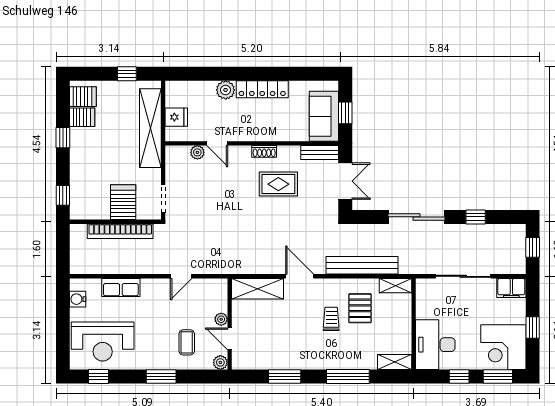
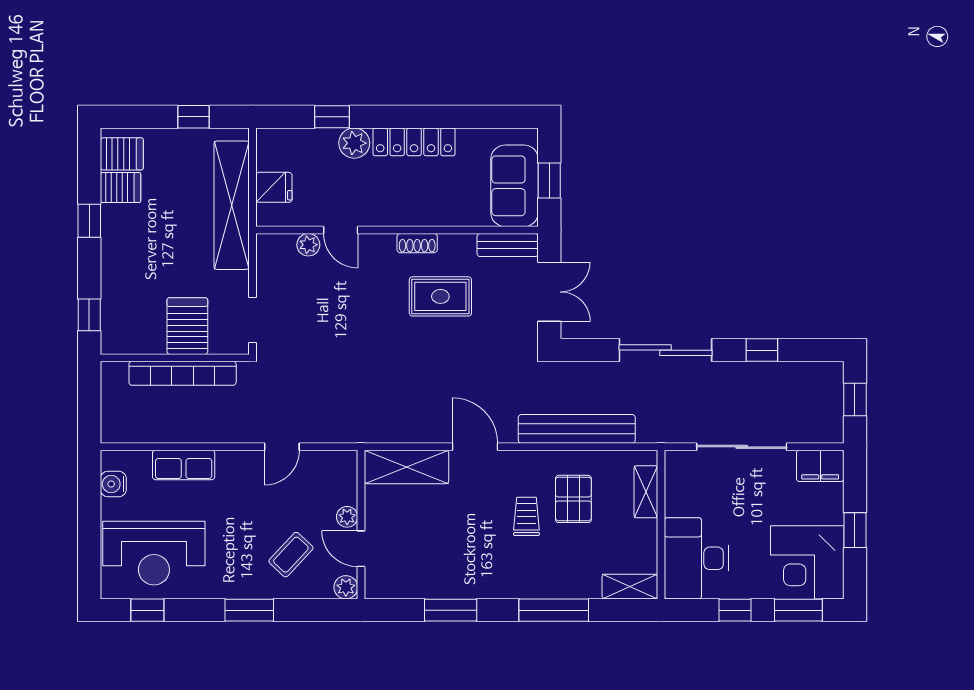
window: (212, 74) -> (332, 117), added
shelving: (396, 286) -> (646, 492), moved, turned 90
coffee table: (187, 342) -> (291, 555), turned 43

